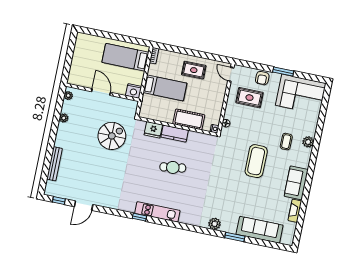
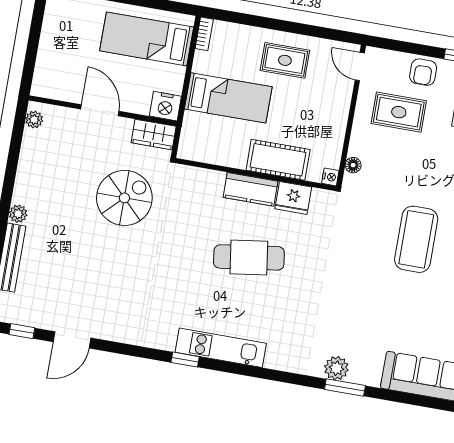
wardrobe: (127, 105) -> (154, 134), added
plant: (64, 118) -> (18, 214), moved
fridge: (153, 130) -> (293, 198), moved
cafe table: (173, 167) -> (249, 257), width x1.37, depth x1.35
window: (235, 237) -> (345, 388), moved

